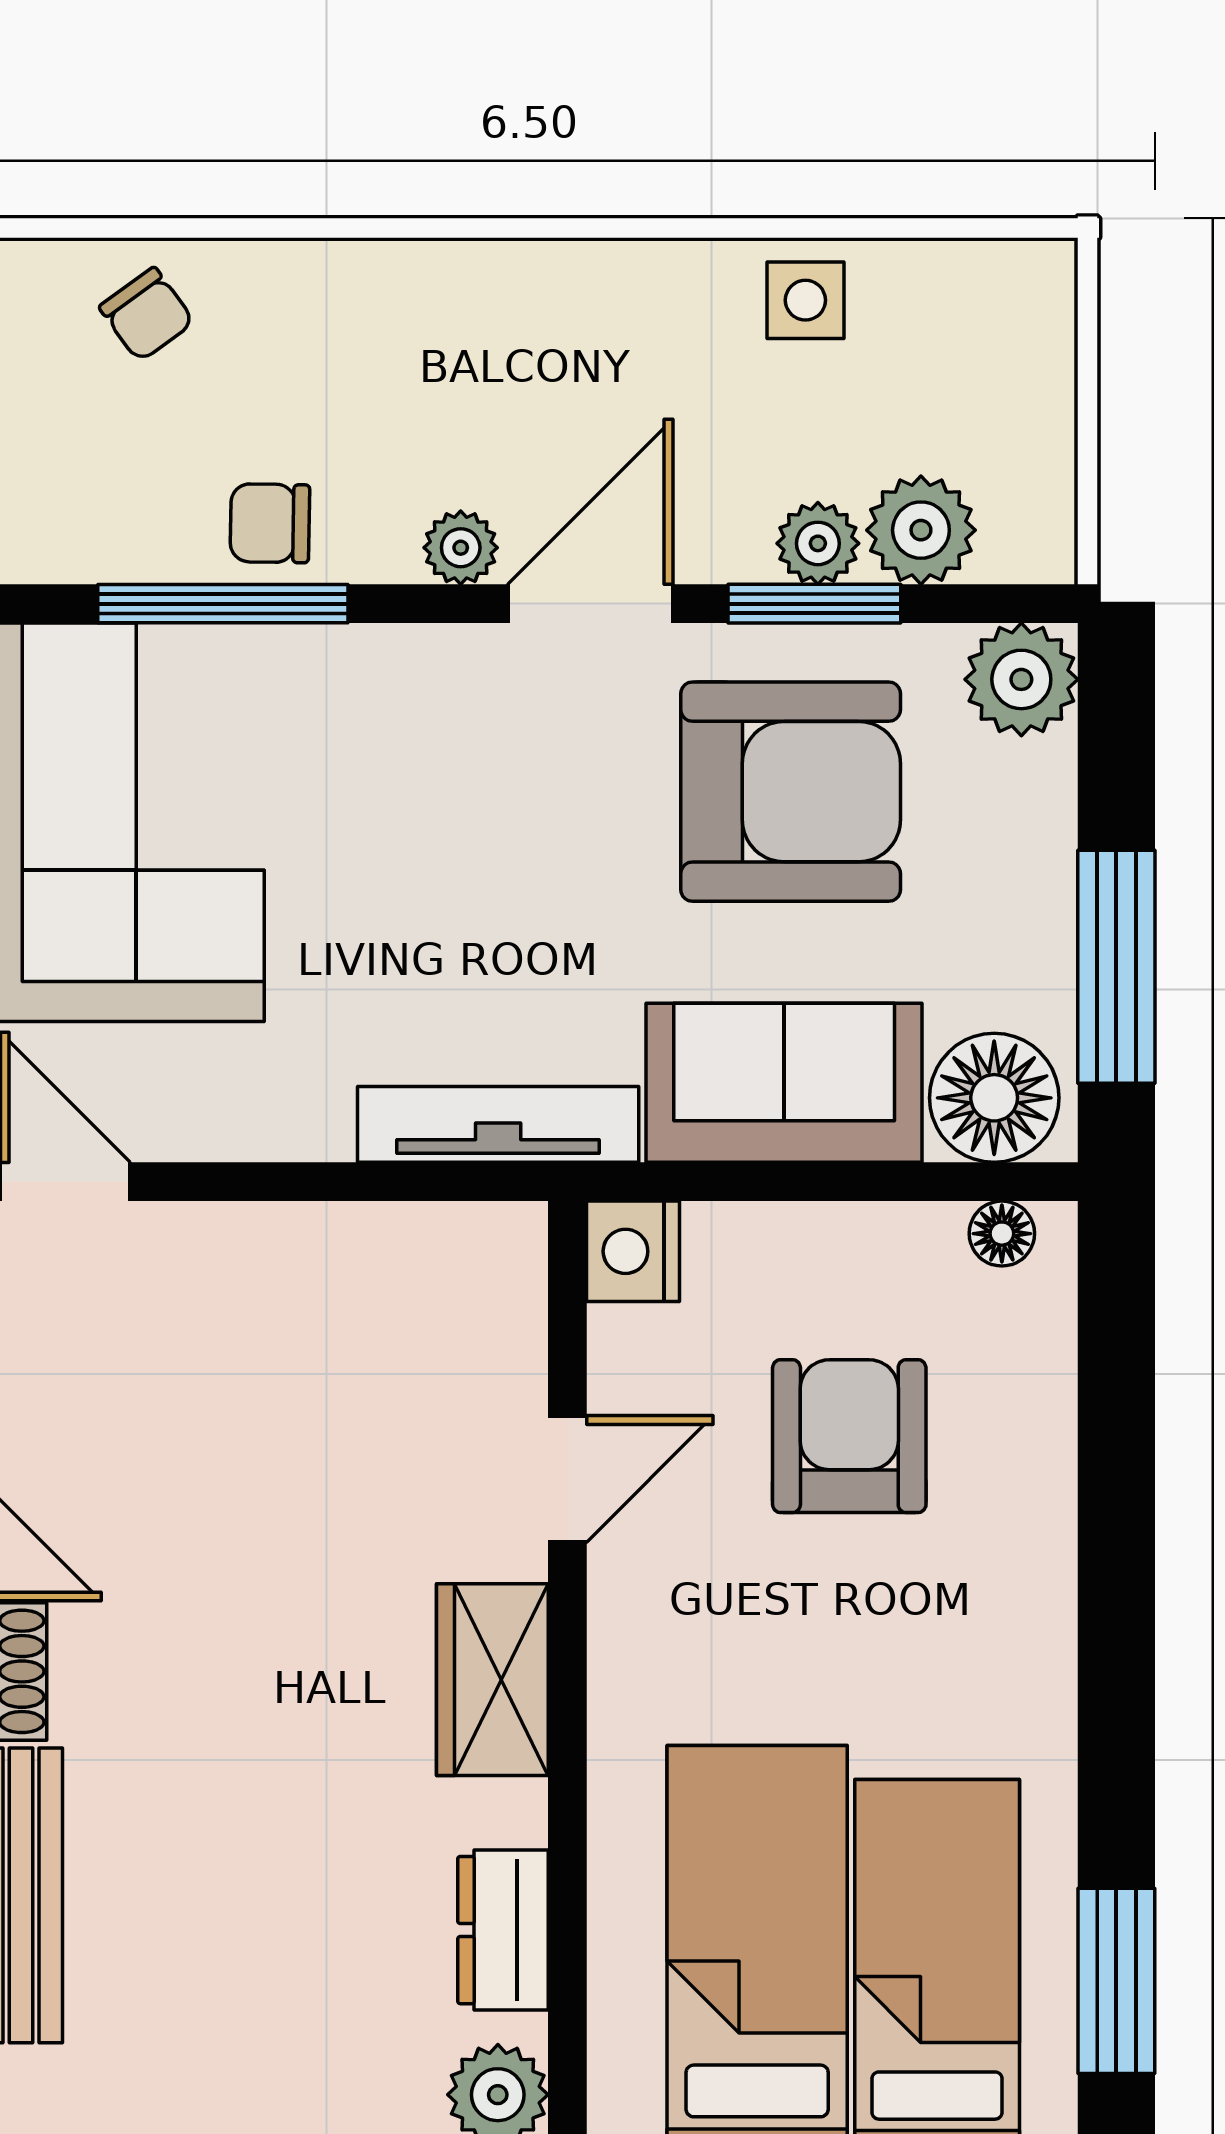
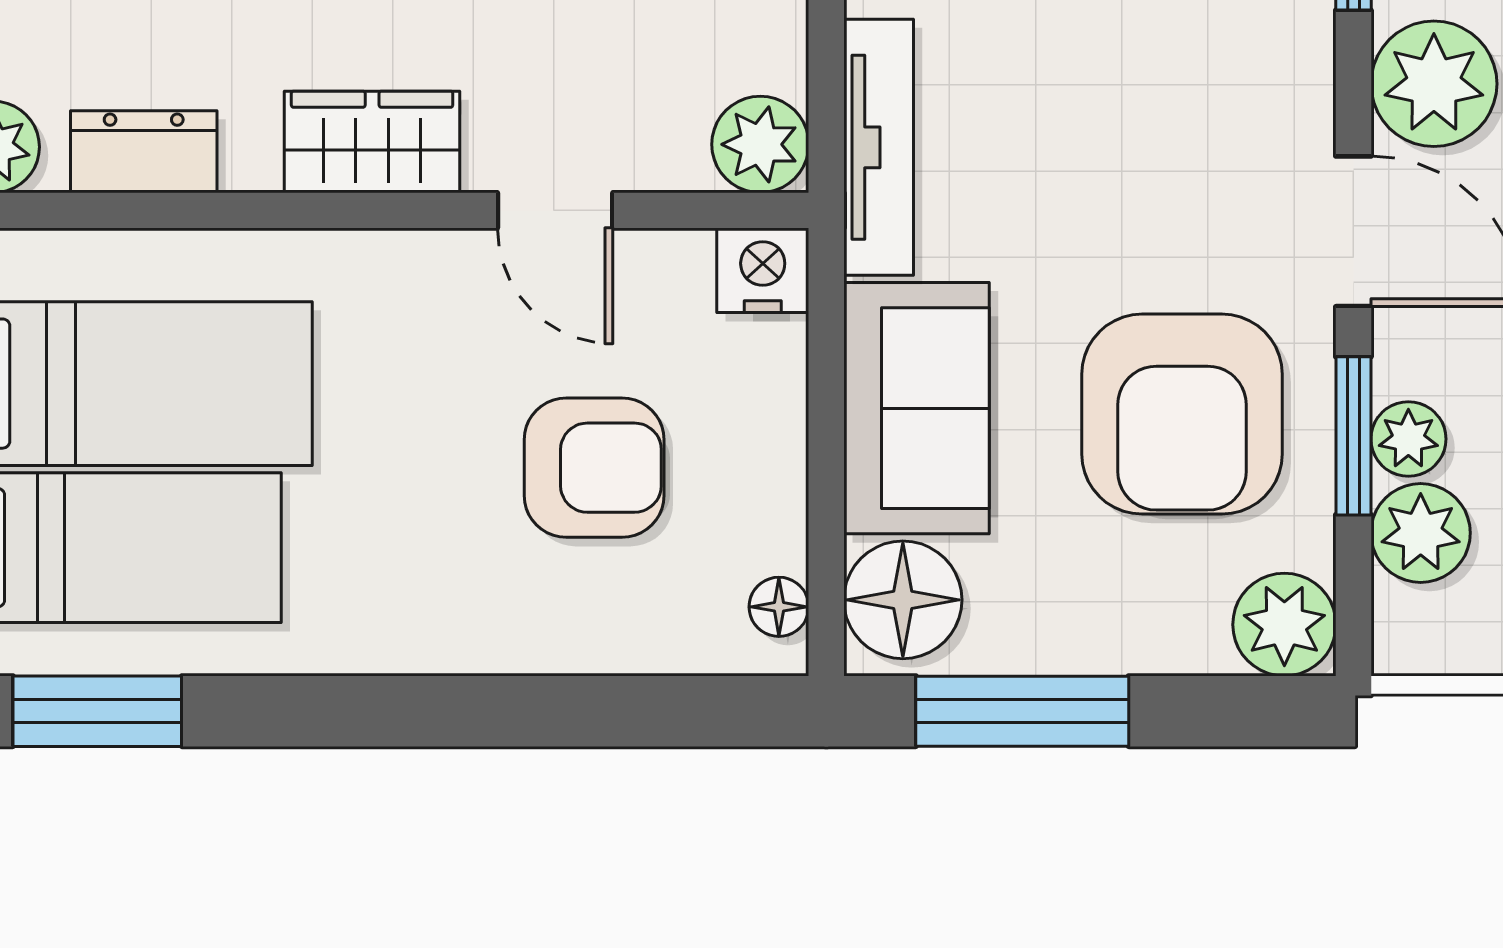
plant: (461, 548) -> (1434, 84), width x1.87, depth x1.87
plant: (495, 1254) -> (760, 144), added

